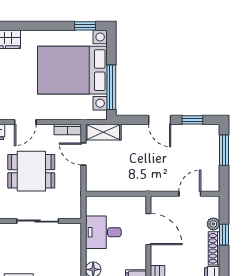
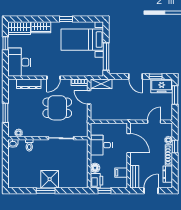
window: (85, 26) -> (66, 19), moved
bed with nightstands: (72, 70) -> (82, 40), width x0.73
freezer: (202, 135) -> (162, 86), added

